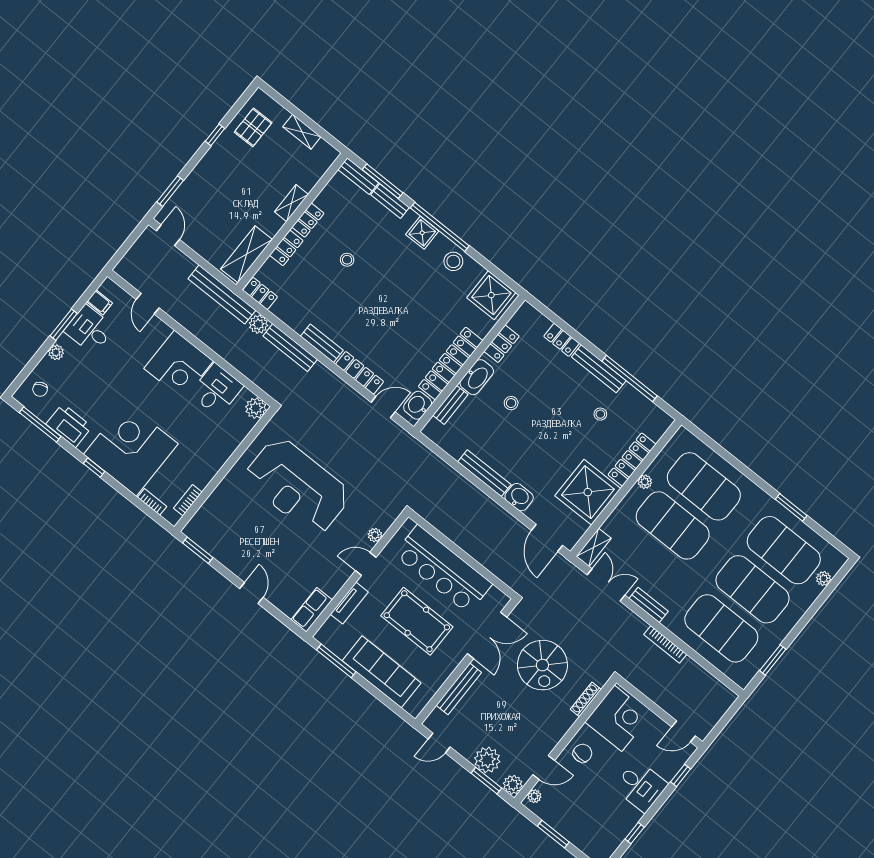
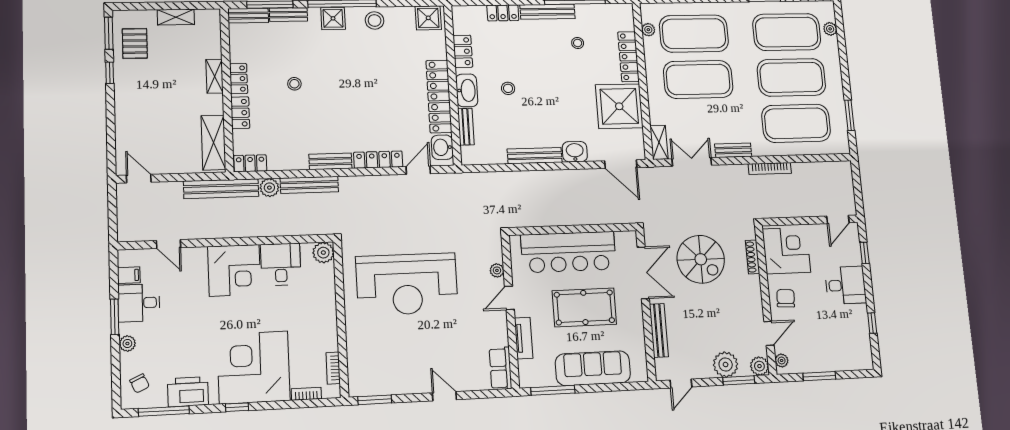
window: (170, 191) -> (109, 33), moved
shower: (491, 295) -> (428, 18), width x0.73, depth x0.73
plant: (645, 482) -> (648, 30), moved

